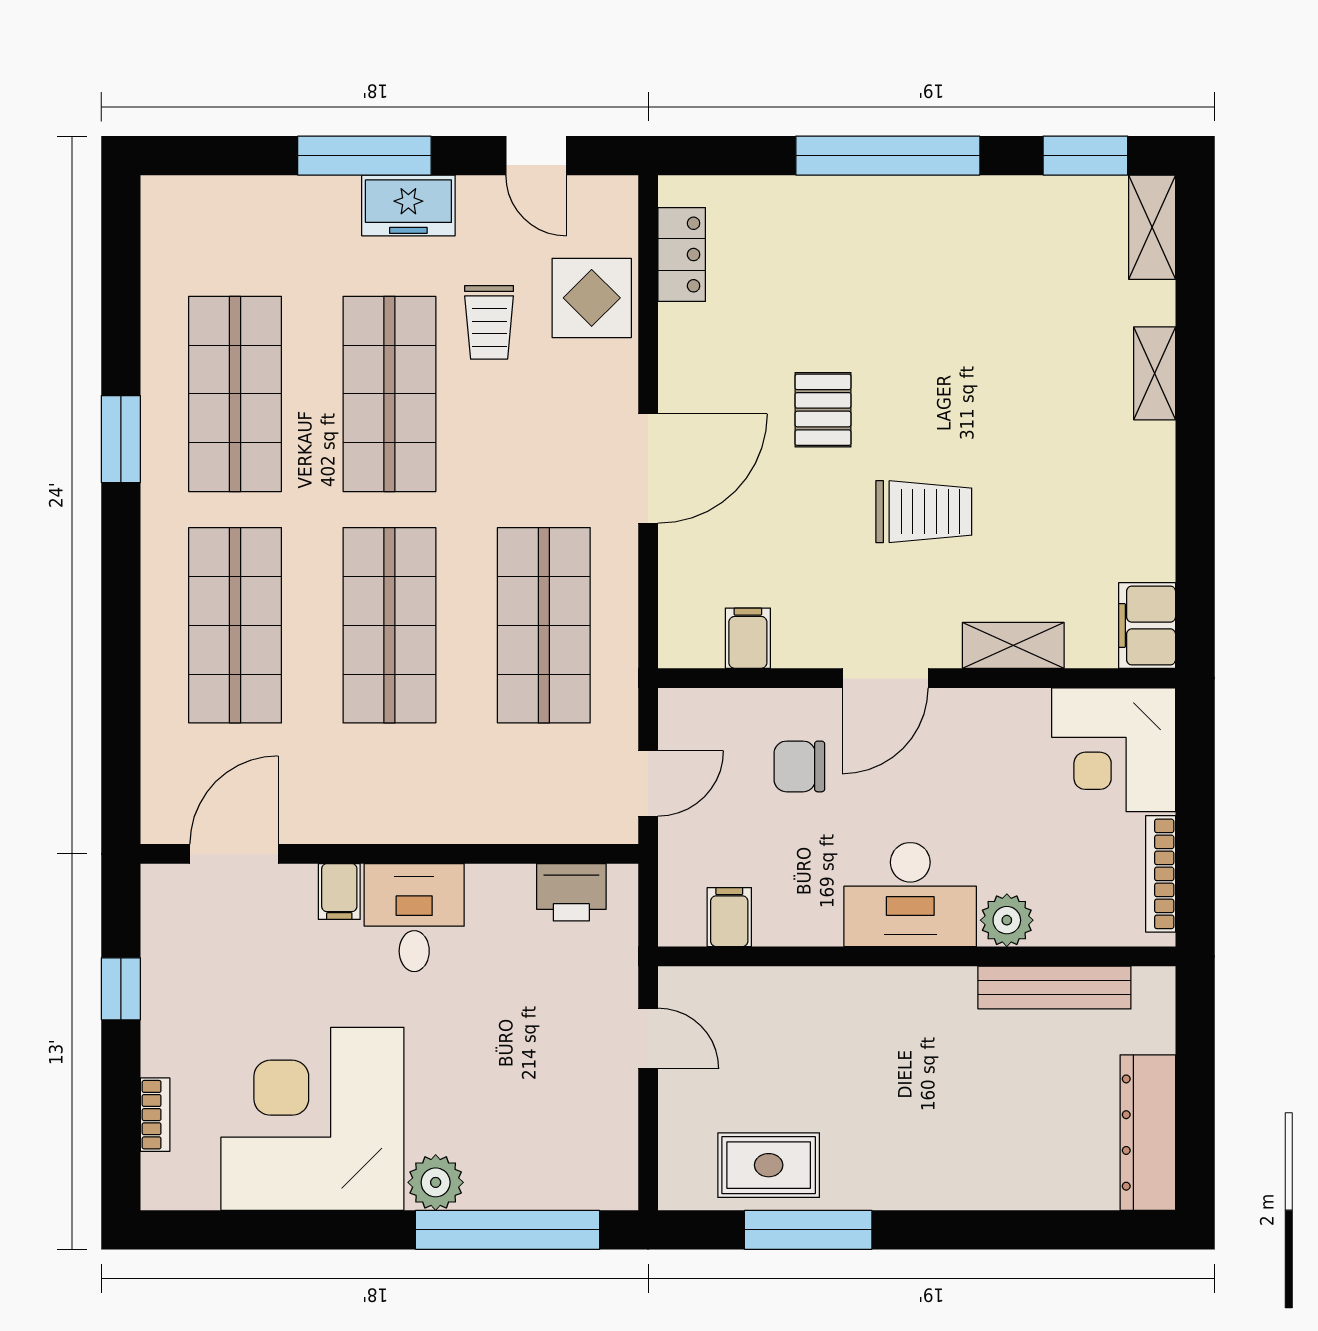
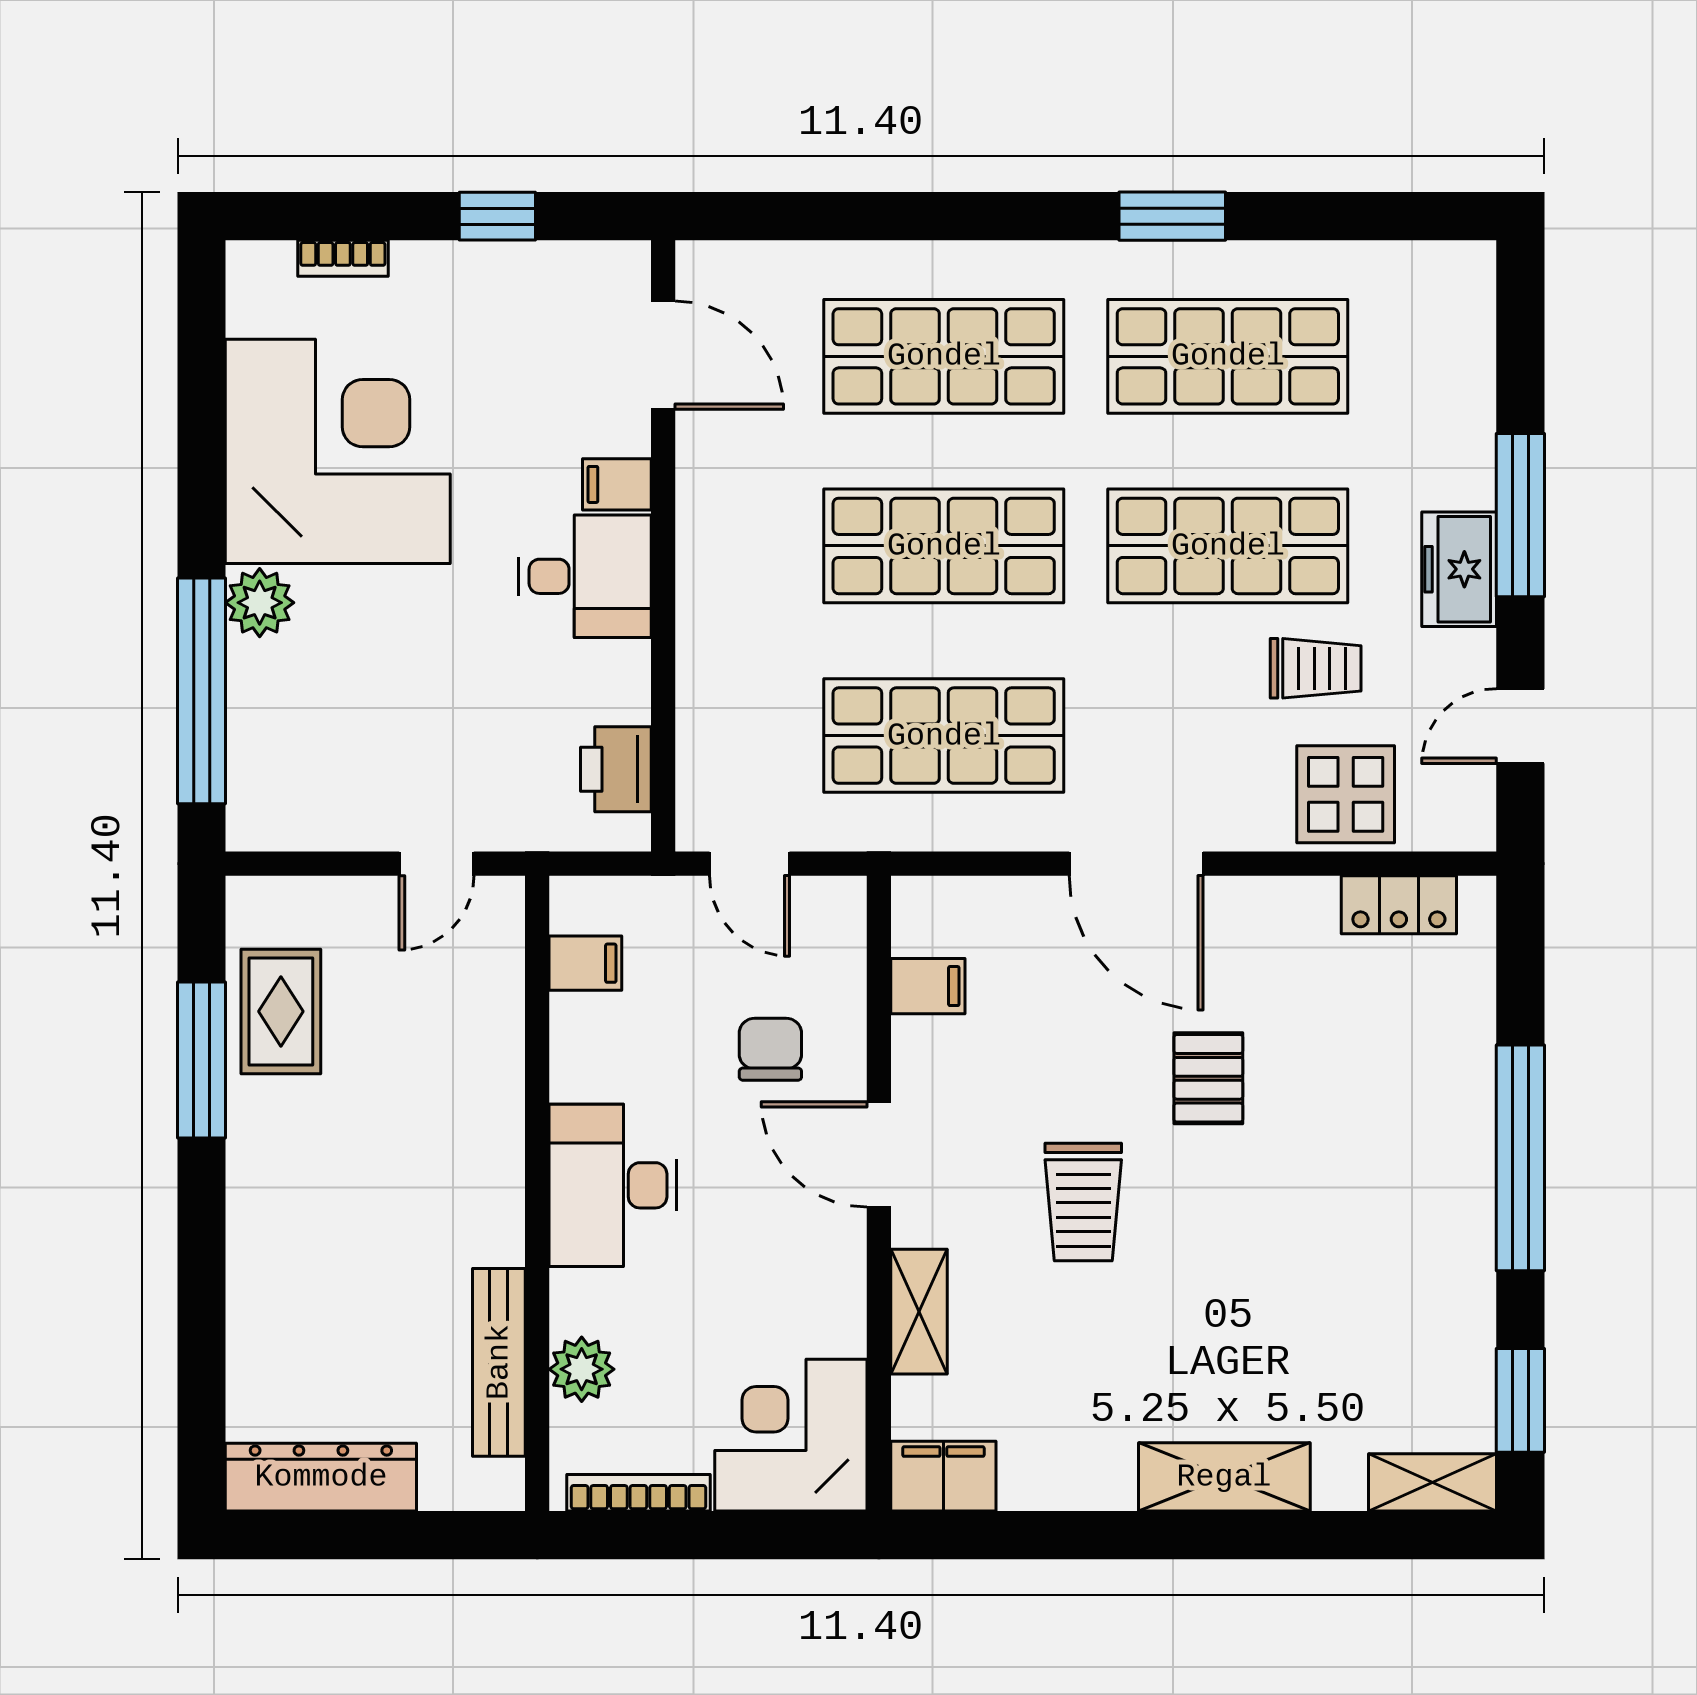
trolley: (489, 322) -> (1316, 668), turned 180
shelving: (1155, 373) -> (1224, 1477), width x1.50, depth x1.33
pallet: (823, 410) -> (1208, 1078), turned 90
plant: (1007, 920) -> (582, 1369), moved

